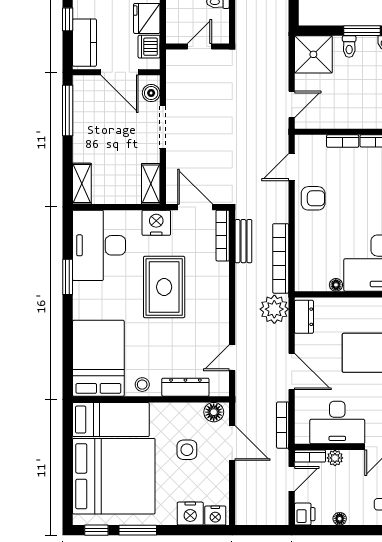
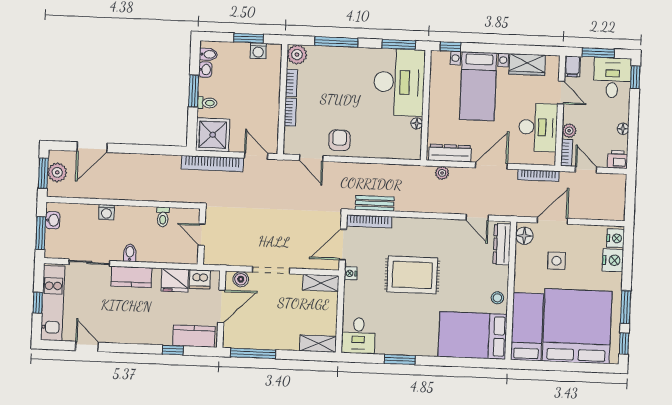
nightstand: (156, 223) -> (351, 273), width x0.53, depth x0.56
desk: (99, 245) -> (358, 335), width x0.53, depth x0.77
bookcase: (281, 258) -> (212, 164), moved
plant: (274, 309) -> (442, 173), width x0.53, depth x0.53
dresser: (304, 317) -> (450, 153), width x1.44
dresser: (185, 387) -> (502, 244), moved

